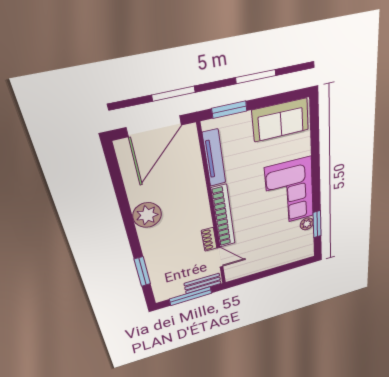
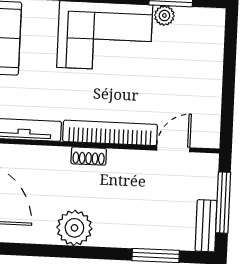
shoe rack: (209, 239) -> (89, 156), moved
bench: (203, 283) -> (206, 226), moved

